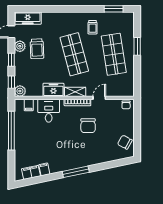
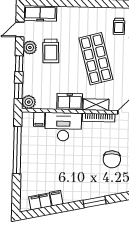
desk: (49, 111) -> (63, 127), width x1.37
chair: (88, 126) -> (112, 159), moved
window: (76, 172) -> (94, 202), width x0.69

